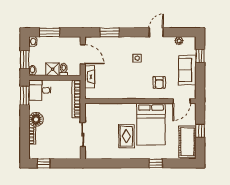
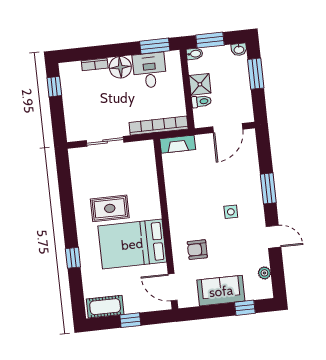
window: (110, 32) -> (268, 188), moved
fireplace: (90, 77) -> (178, 144), moved
desk: (40, 90) -> (150, 70), moved
cot: (187, 142) -> (105, 307), width x0.73, depth x0.75

